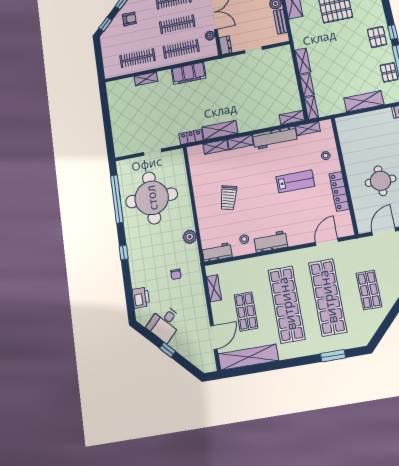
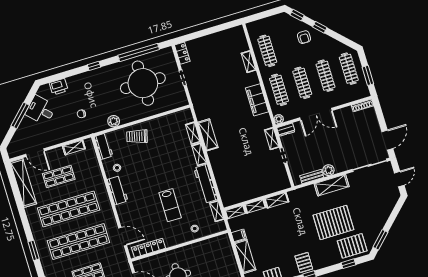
plant: (210, 36) -> (279, 119), moved
pallet: (377, 37) -> (304, 263), turned 90
filing cabinet: (339, 106) -> (239, 235), added
shelving: (292, 118) -> (272, 139), moved
locker: (191, 137) -> (182, 53), moved
locker: (339, 191) -> (149, 248), moved
trolley: (228, 198) -> (137, 136), moved
window: (167, 350) -> (20, 116), width x2.17

